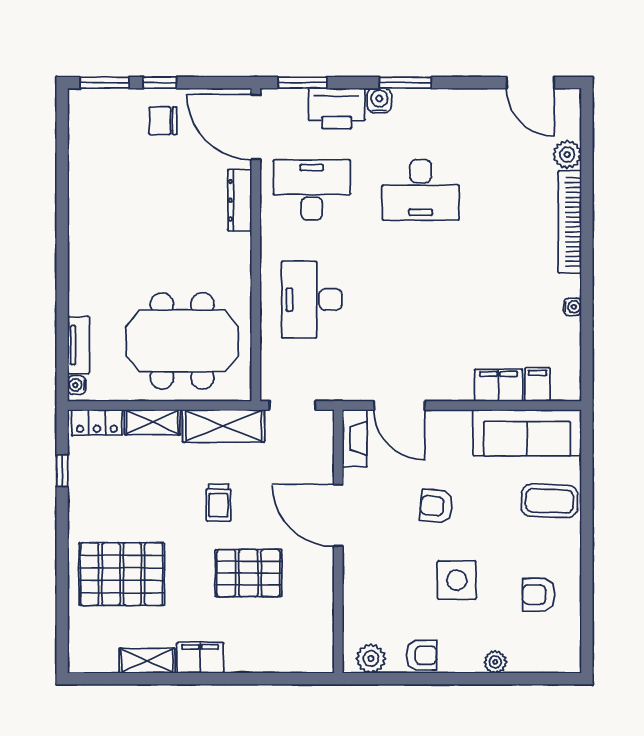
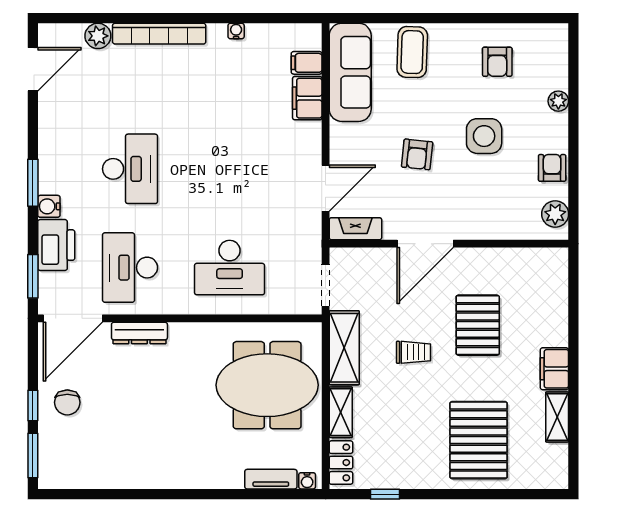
meeting table: (182, 341) -> (267, 385), turned 90

